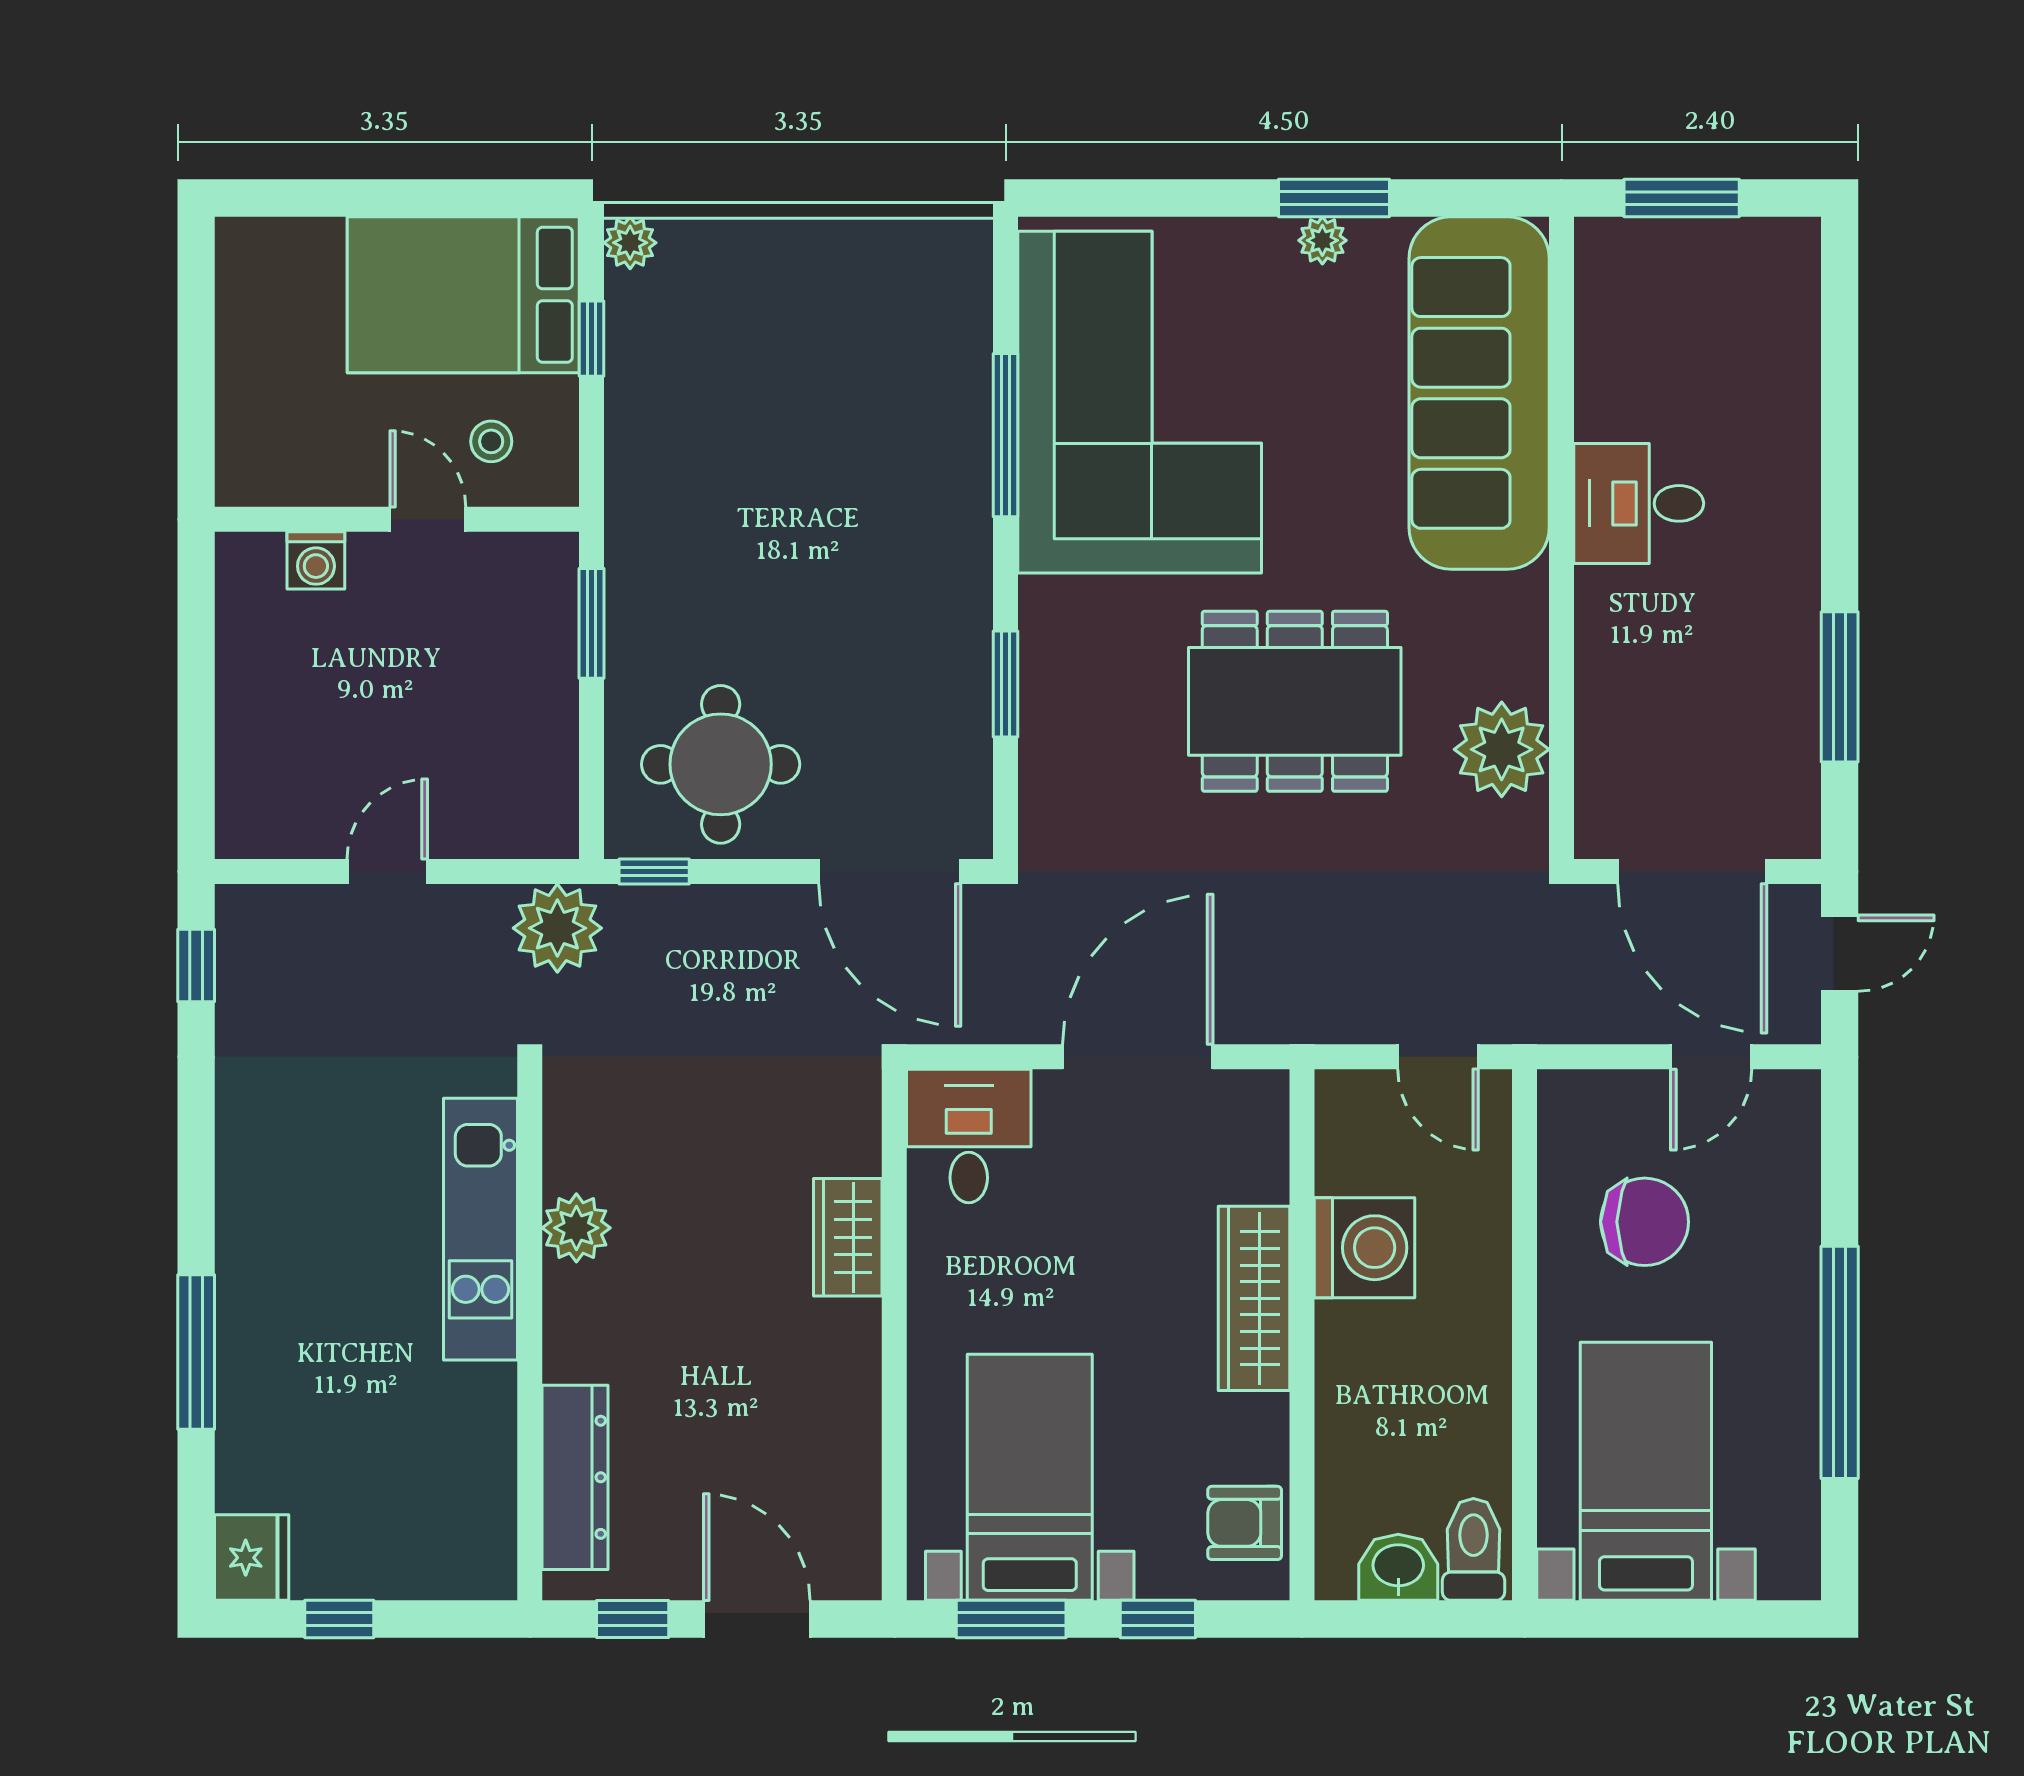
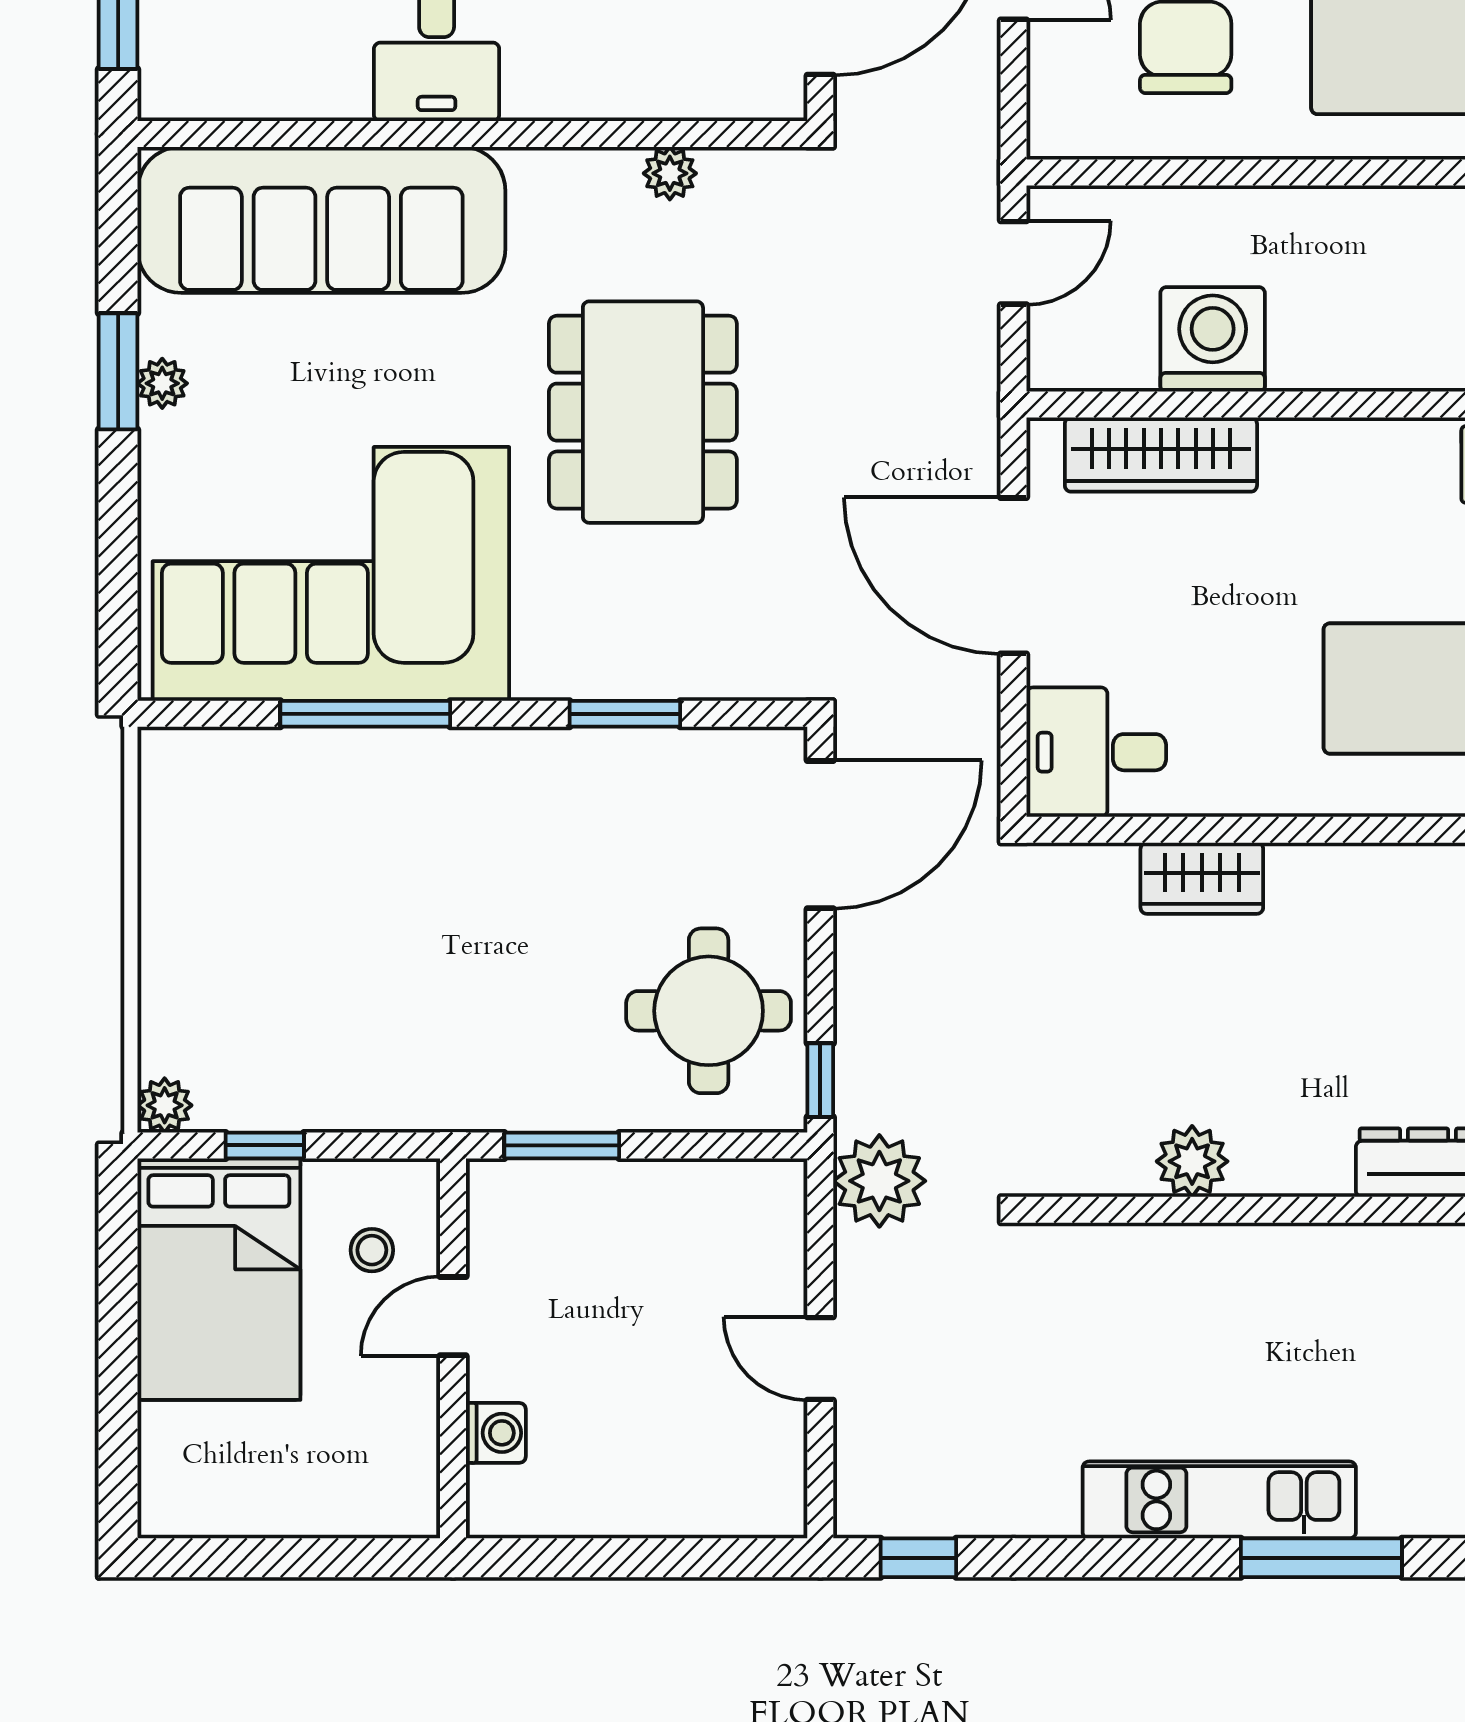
plant: (1502, 749) -> (670, 173), width x0.53, depth x0.53
kitchen unit: (480, 1229) -> (1219, 1500), moved, turned 180
wardrobe: (1254, 1298) -> (1161, 455), moved

